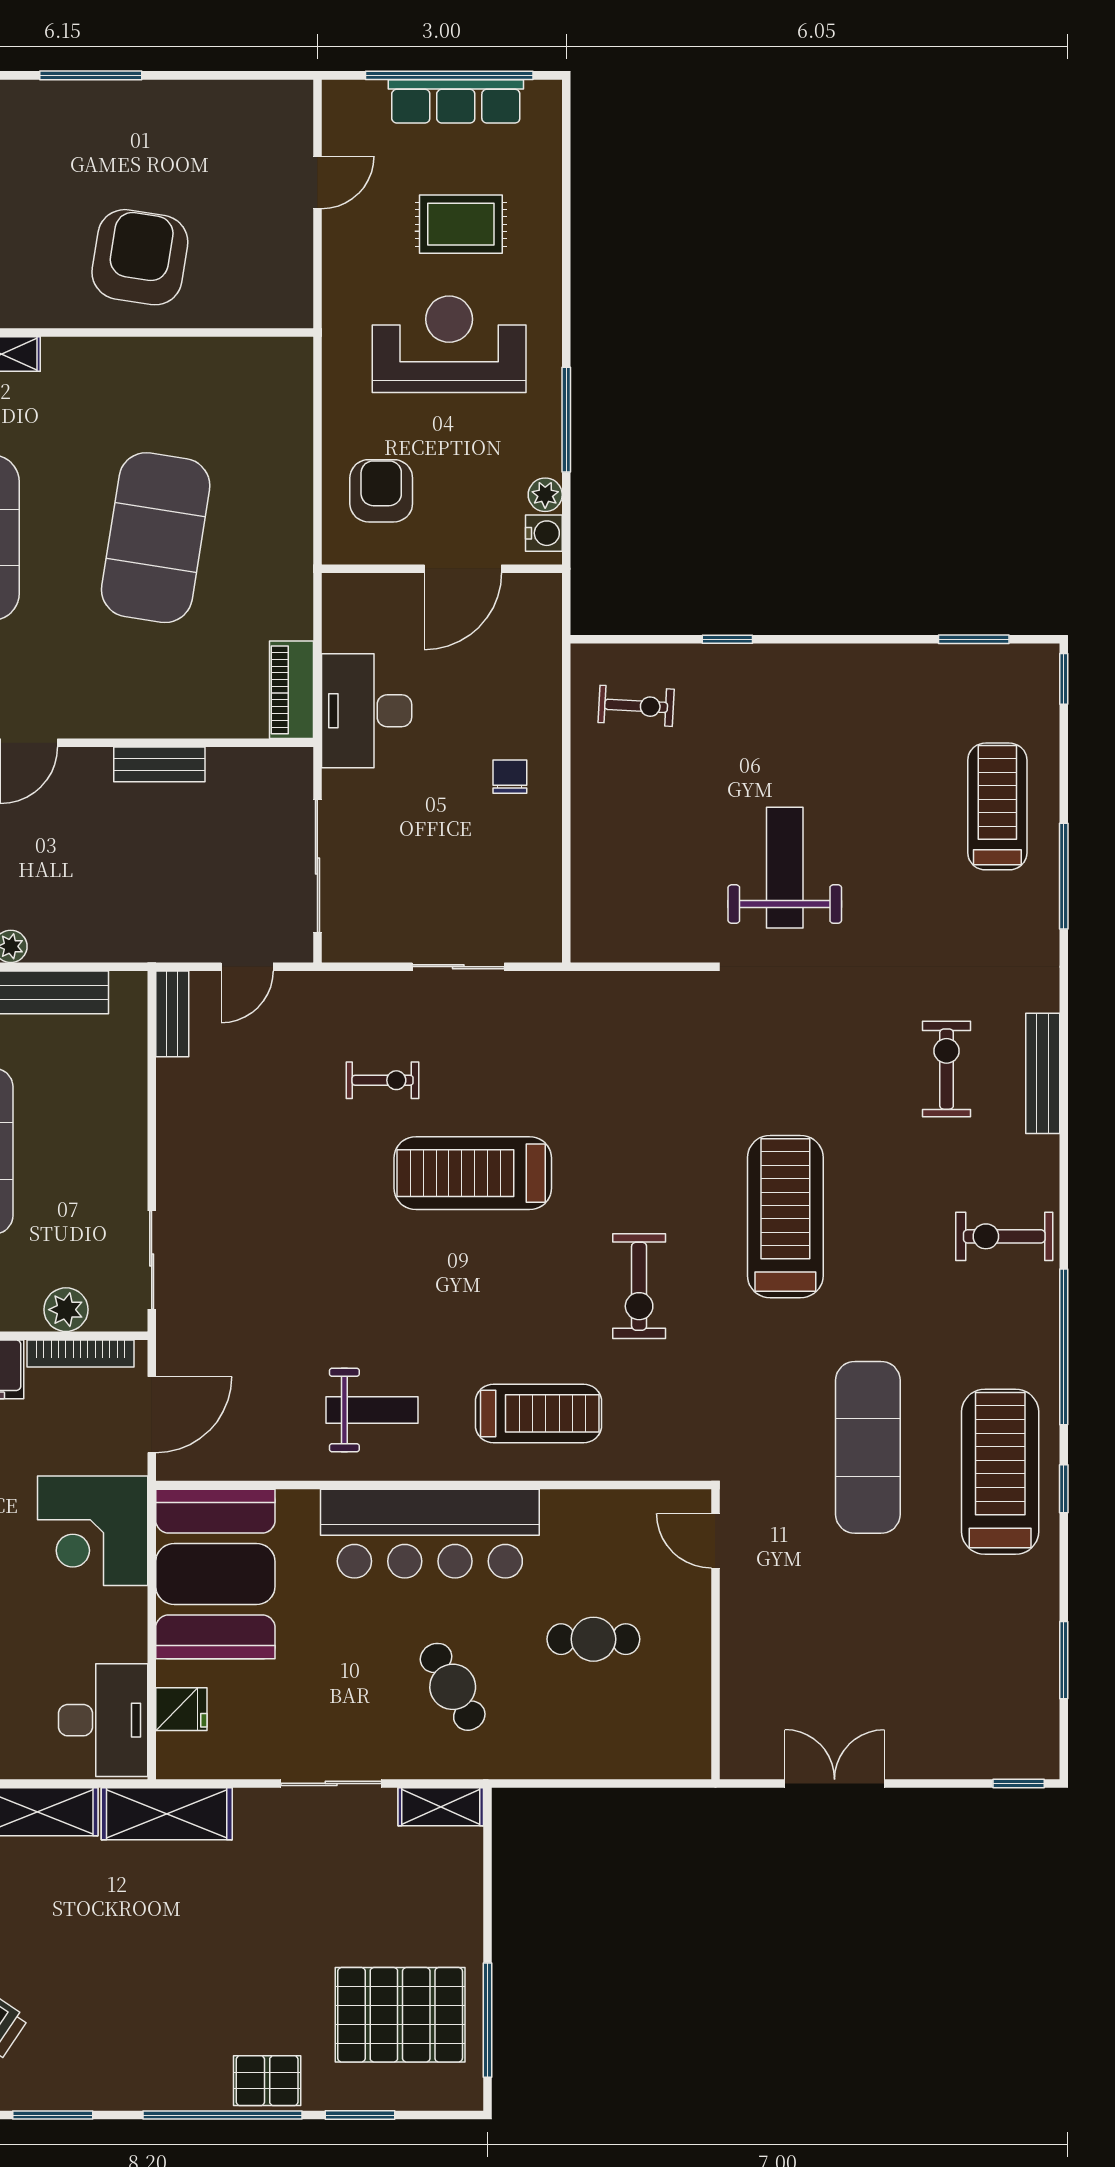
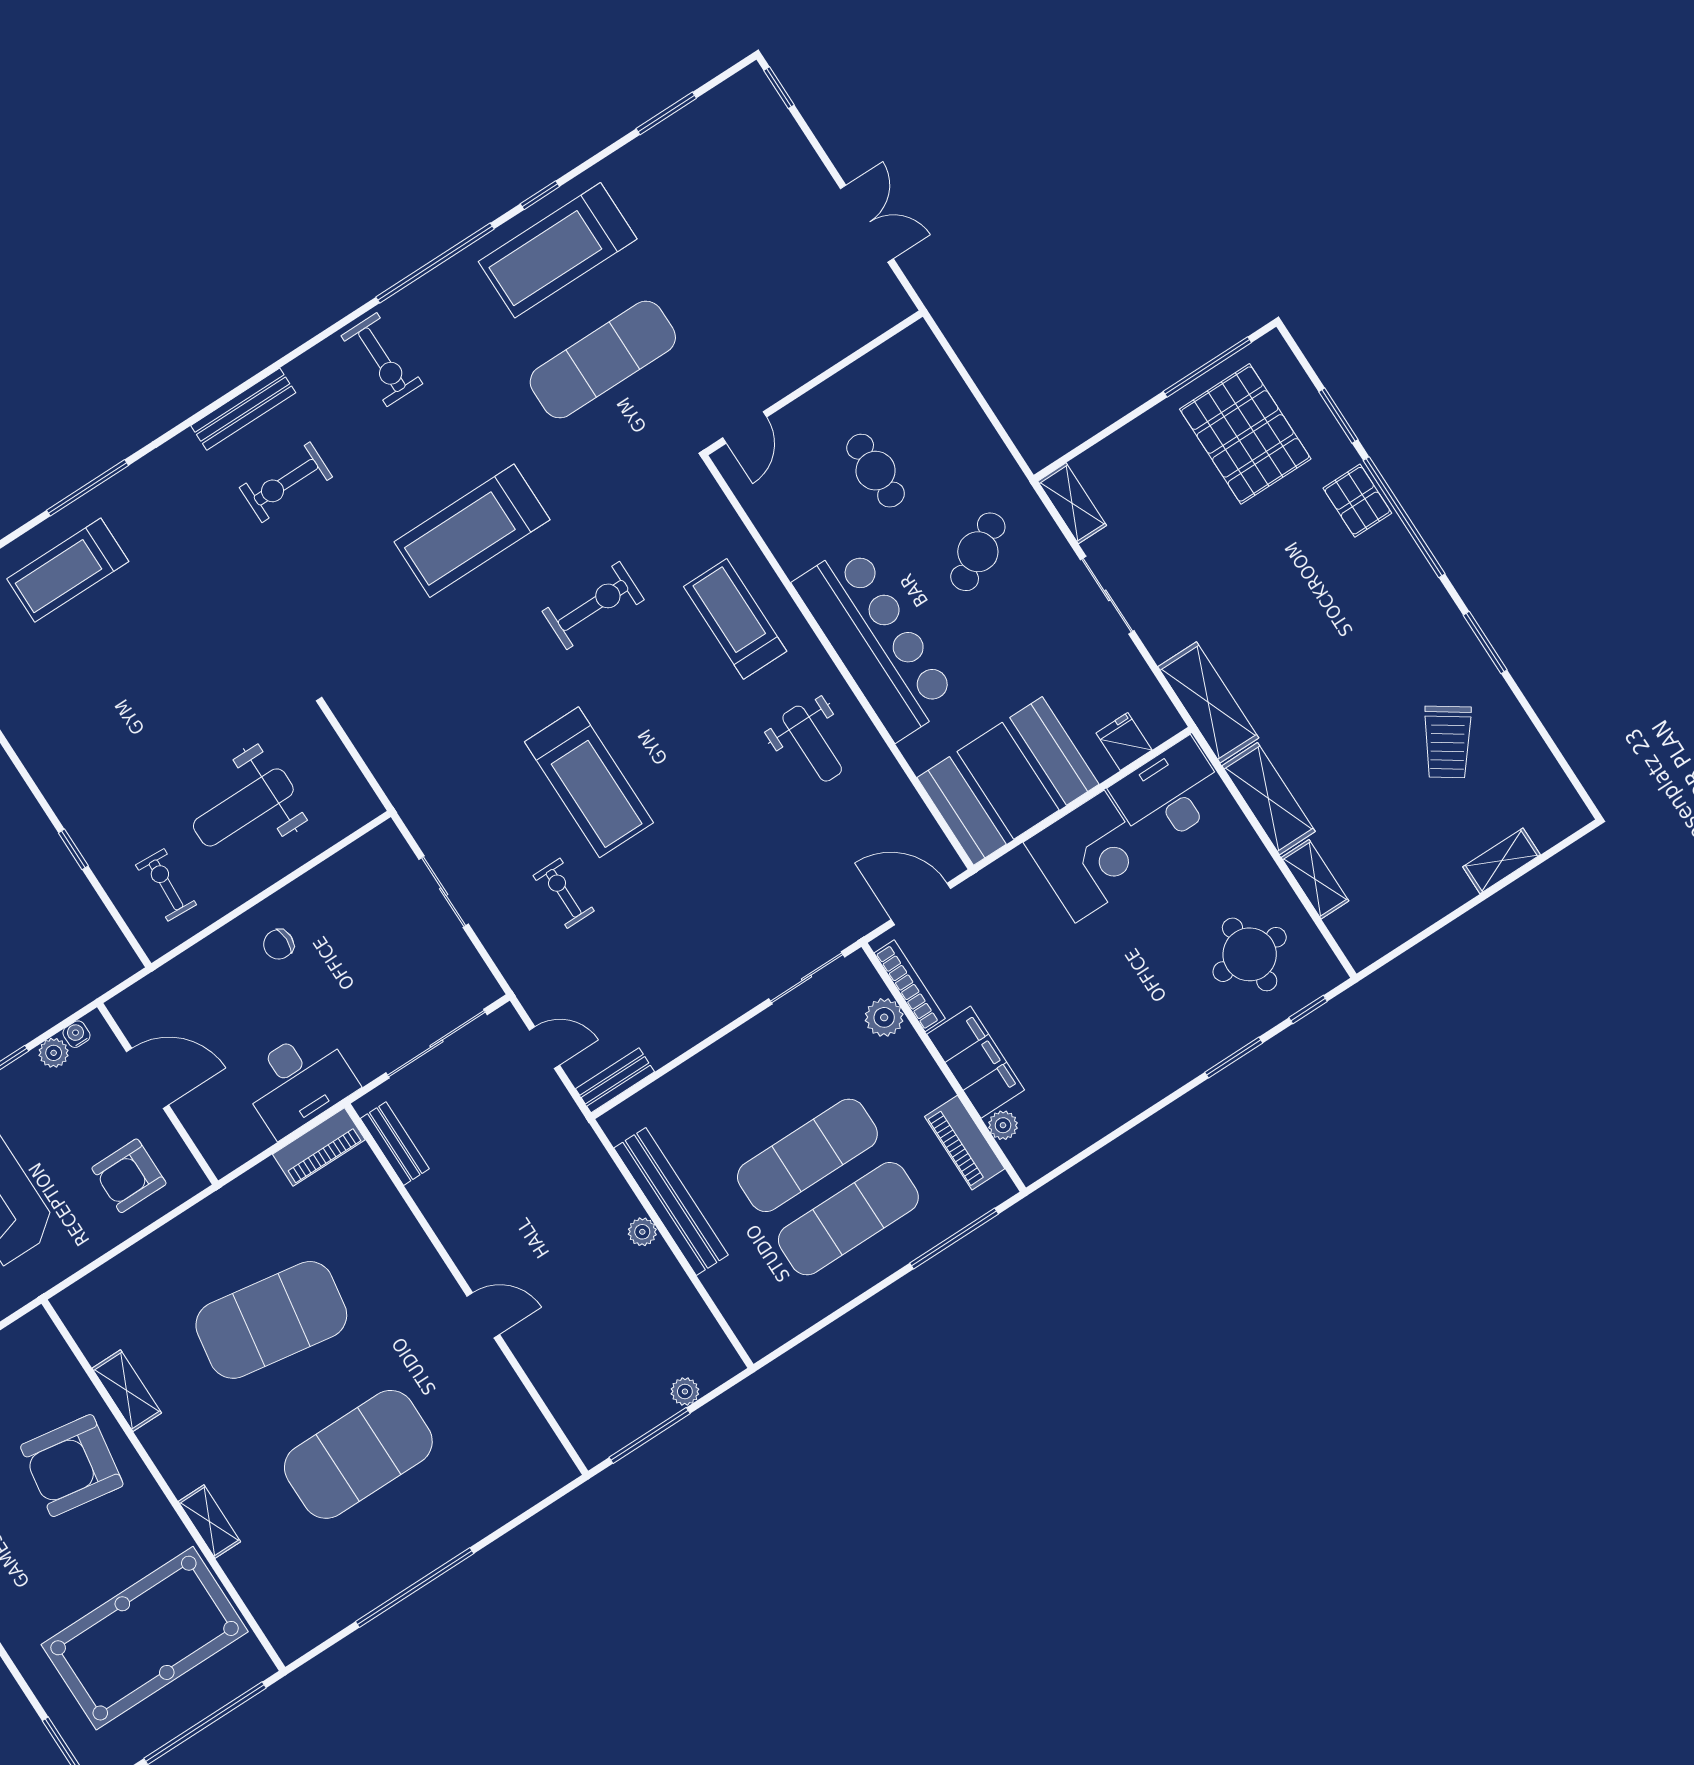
shelving: (178, 356) -> (127, 1391), added
water cooler: (544, 533) -> (76, 1034), width x0.72, depth x0.72
bench: (159, 764) -> (395, 1144), moved
weight bench: (785, 868) -> (243, 807), moved
weight bench: (372, 1410) -> (812, 744), turned 180
corner desk: (93, 1531) -> (1090, 857), moved
double door: (835, 1783) -> (867, 224), swing flipped

